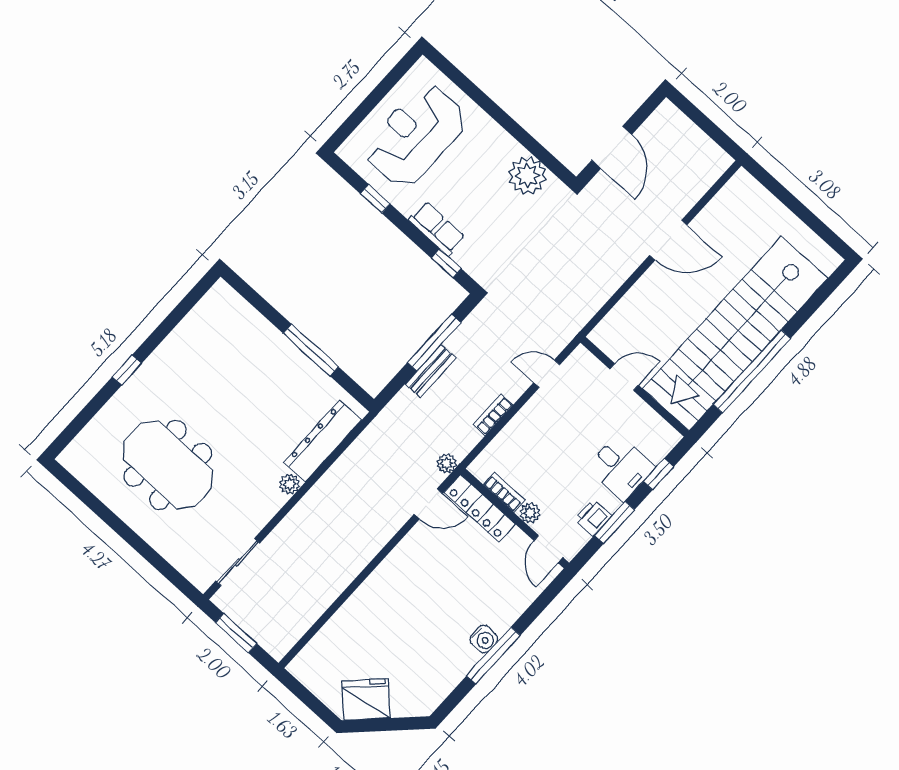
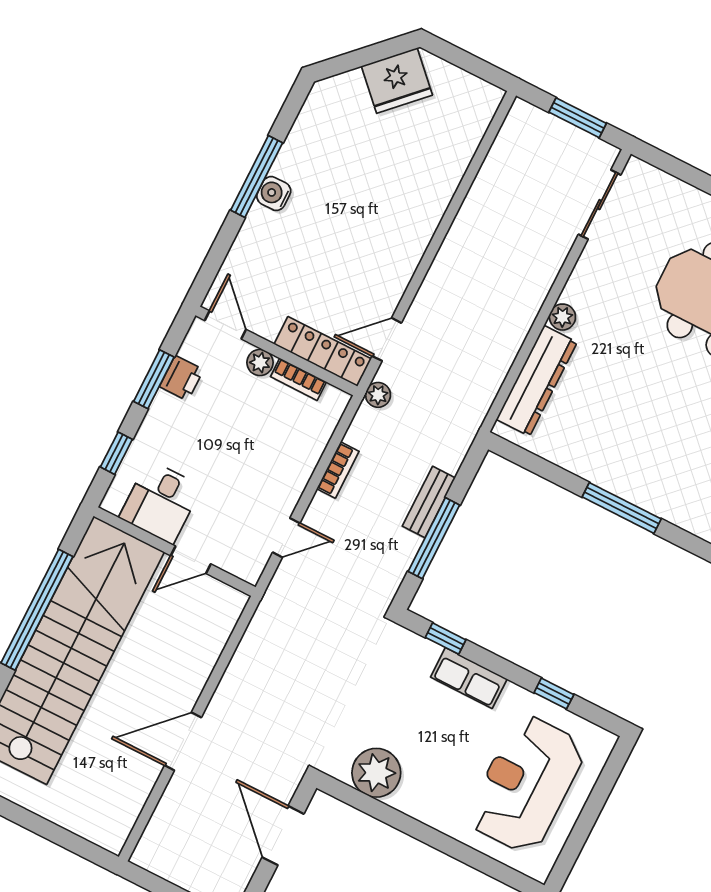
reception desk: (415, 136) -> (526, 784), turned 180
window: (311, 350) -> (622, 508), moved
desk: (621, 467) -> (161, 502), moved, turned -90

